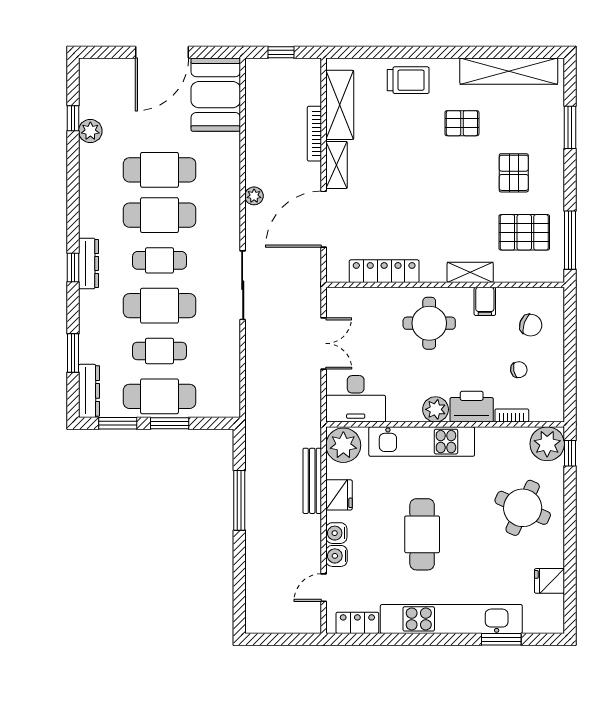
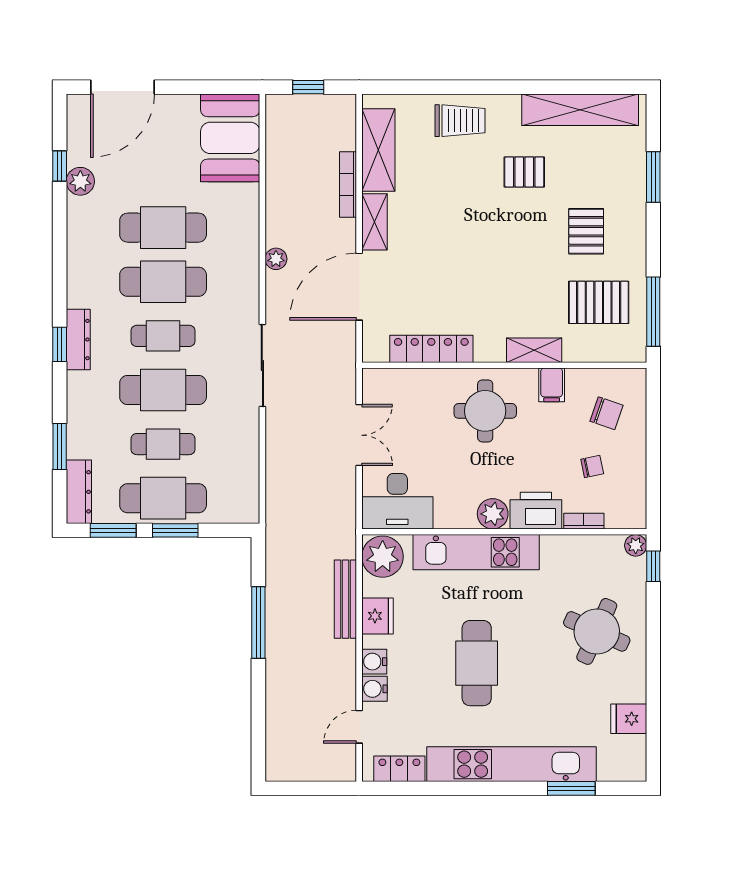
door: (162, 52) -> (123, 87), moved
plant: (547, 444) -> (636, 545), width x0.53, depth x0.53

